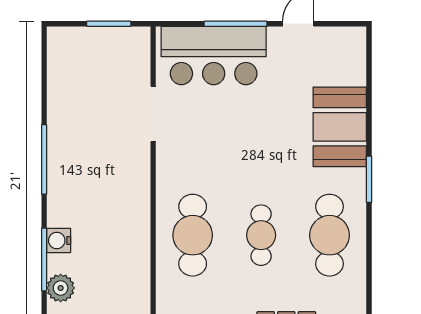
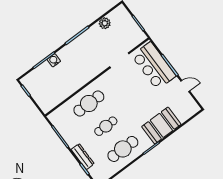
plant: (61, 288) -> (105, 23), moved

